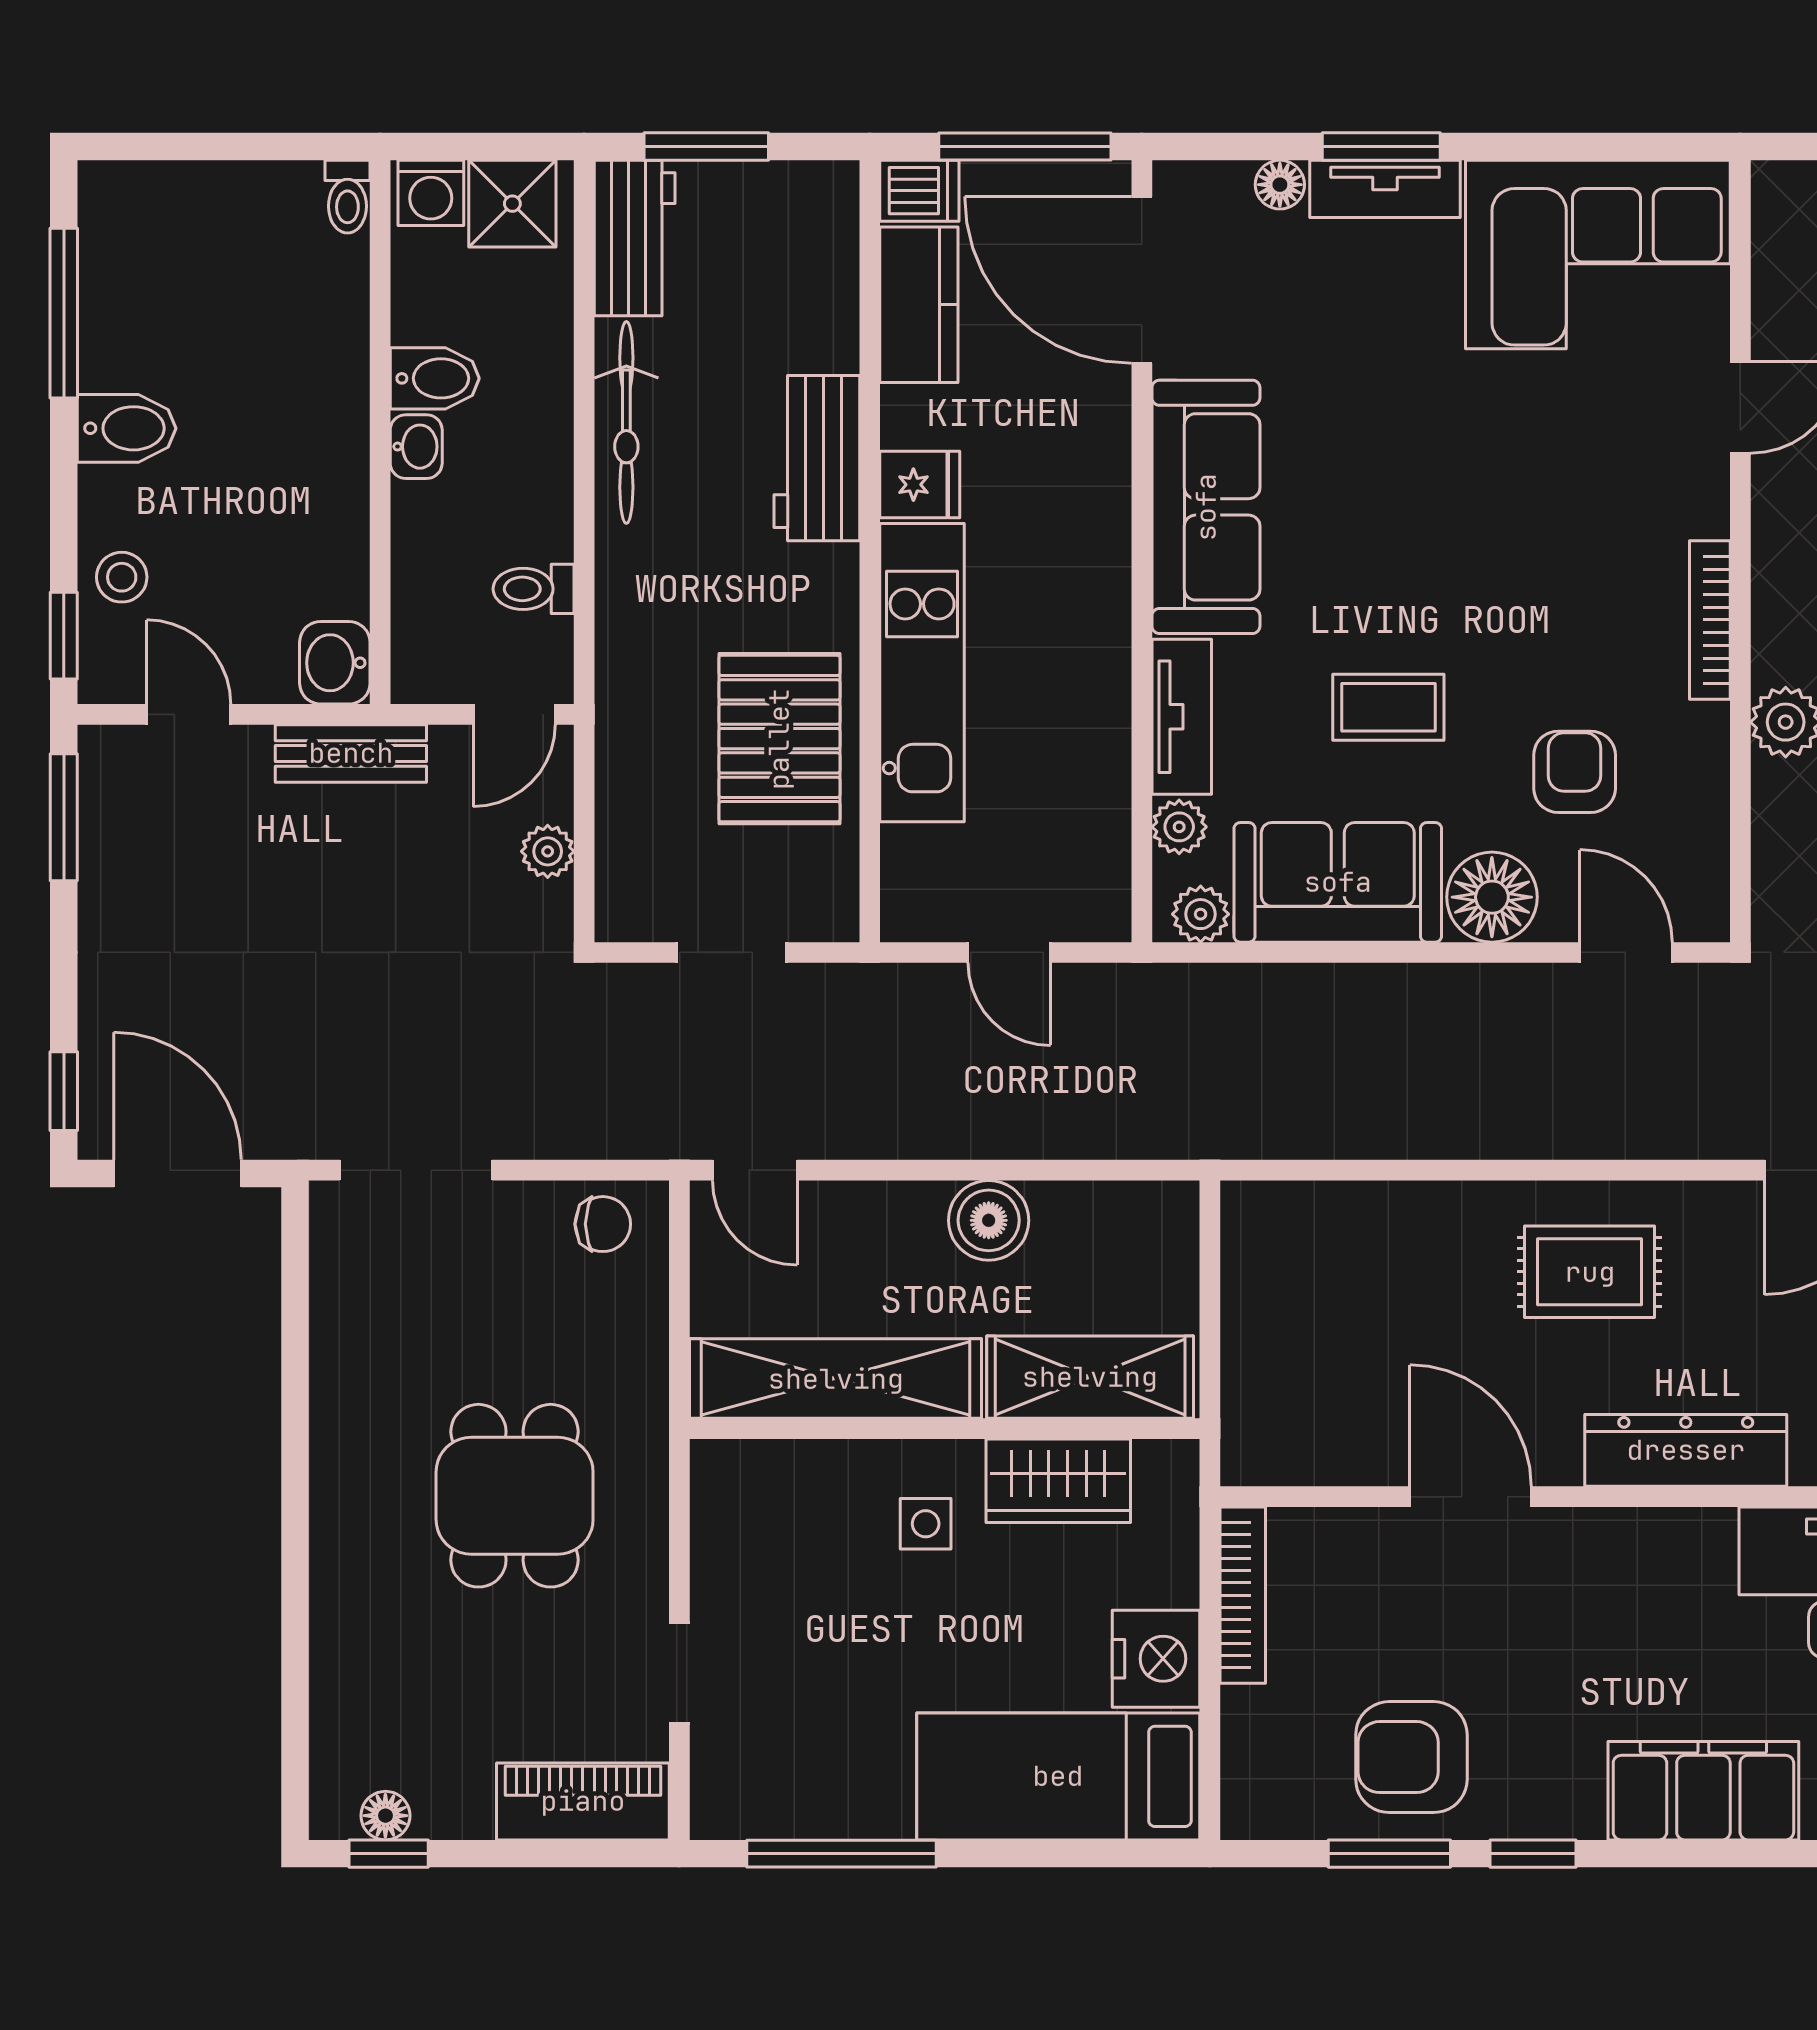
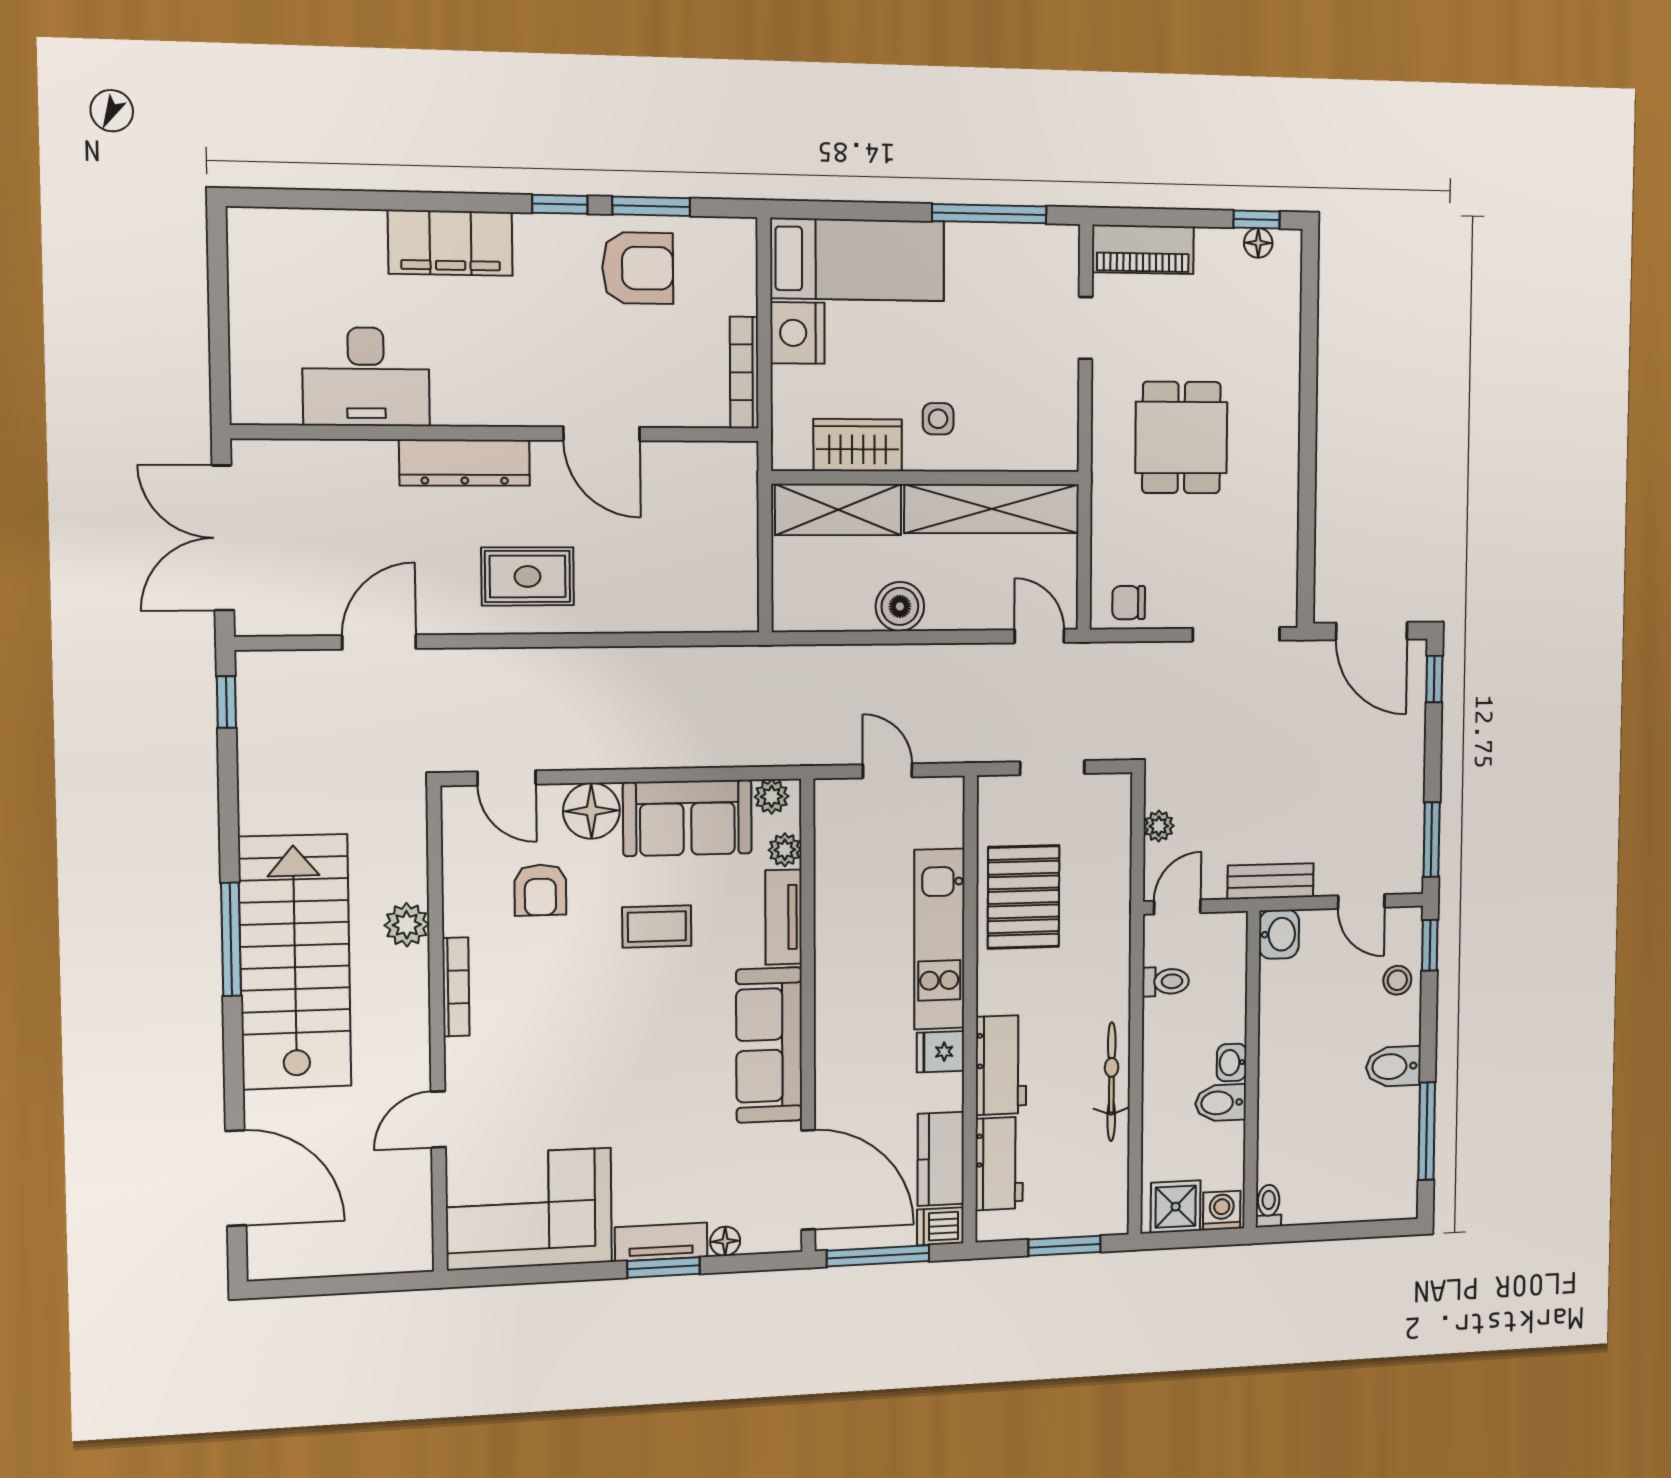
workbench: (635, 238) -> (999, 1164), moved, turned 180

